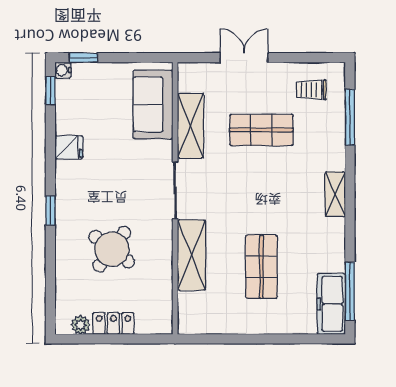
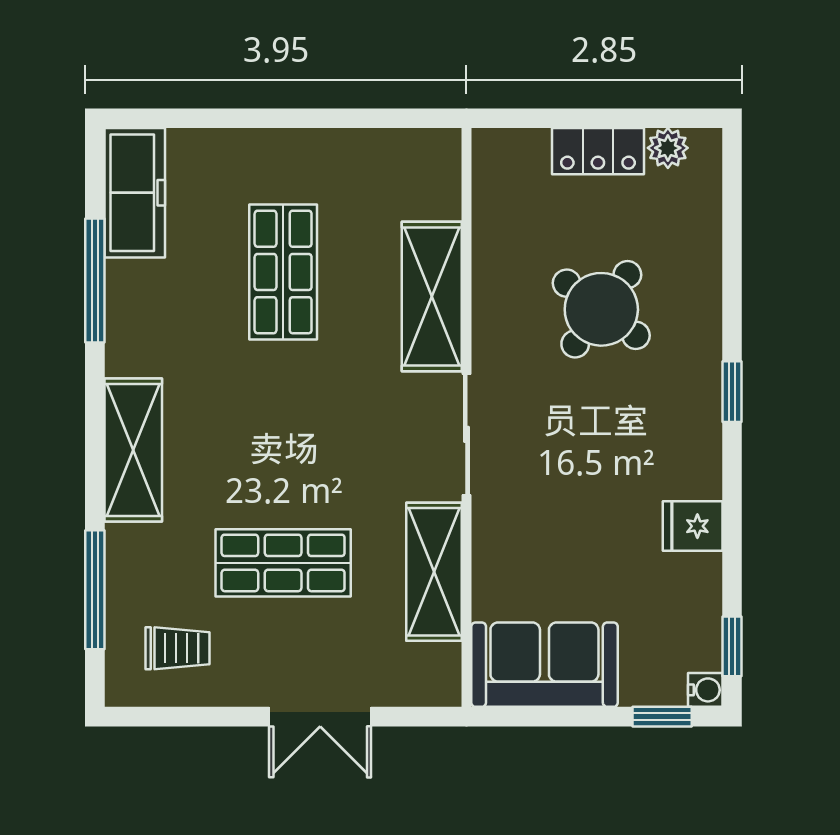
sofa: (153, 105) -> (544, 665), moved, turned -90
shelving: (335, 194) -> (133, 450), width x1.50, depth x1.33
window: (350, 291) -> (95, 280), moved

